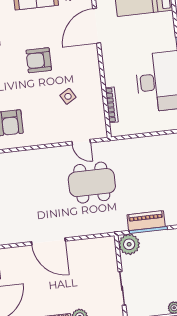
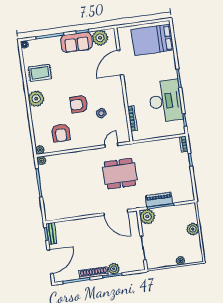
armchair: (39, 60) -> (79, 104), moved
door: (81, 142) -> (111, 145), swing flipped
door: (48, 241) -> (116, 212), moved

